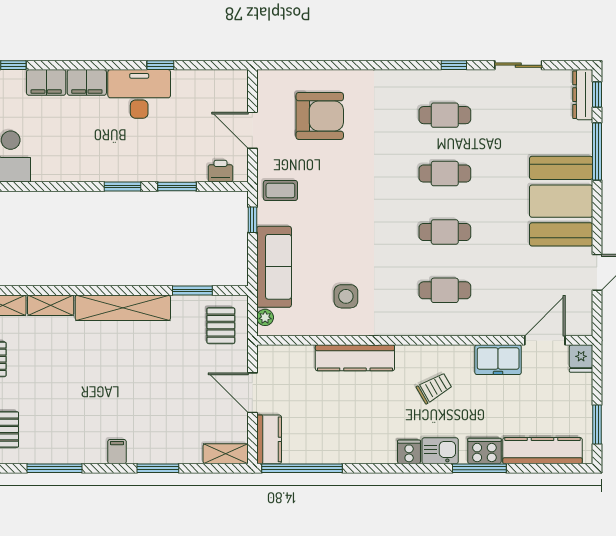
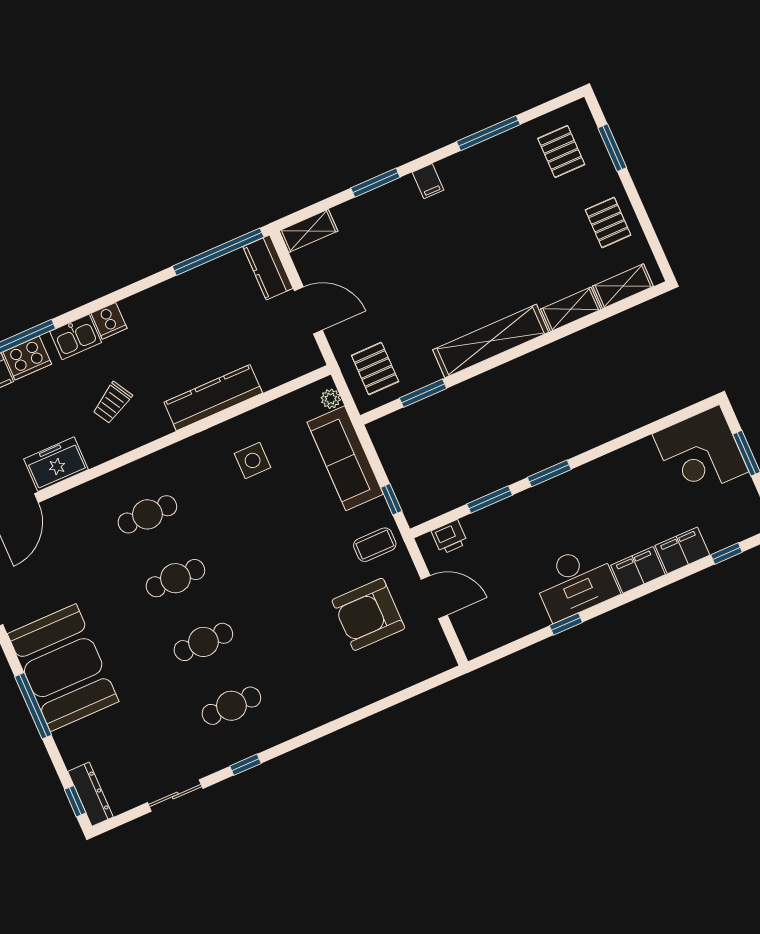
armchair: (320, 116) -> (368, 614), moved
window: (597, 151) -> (33, 706), moved

